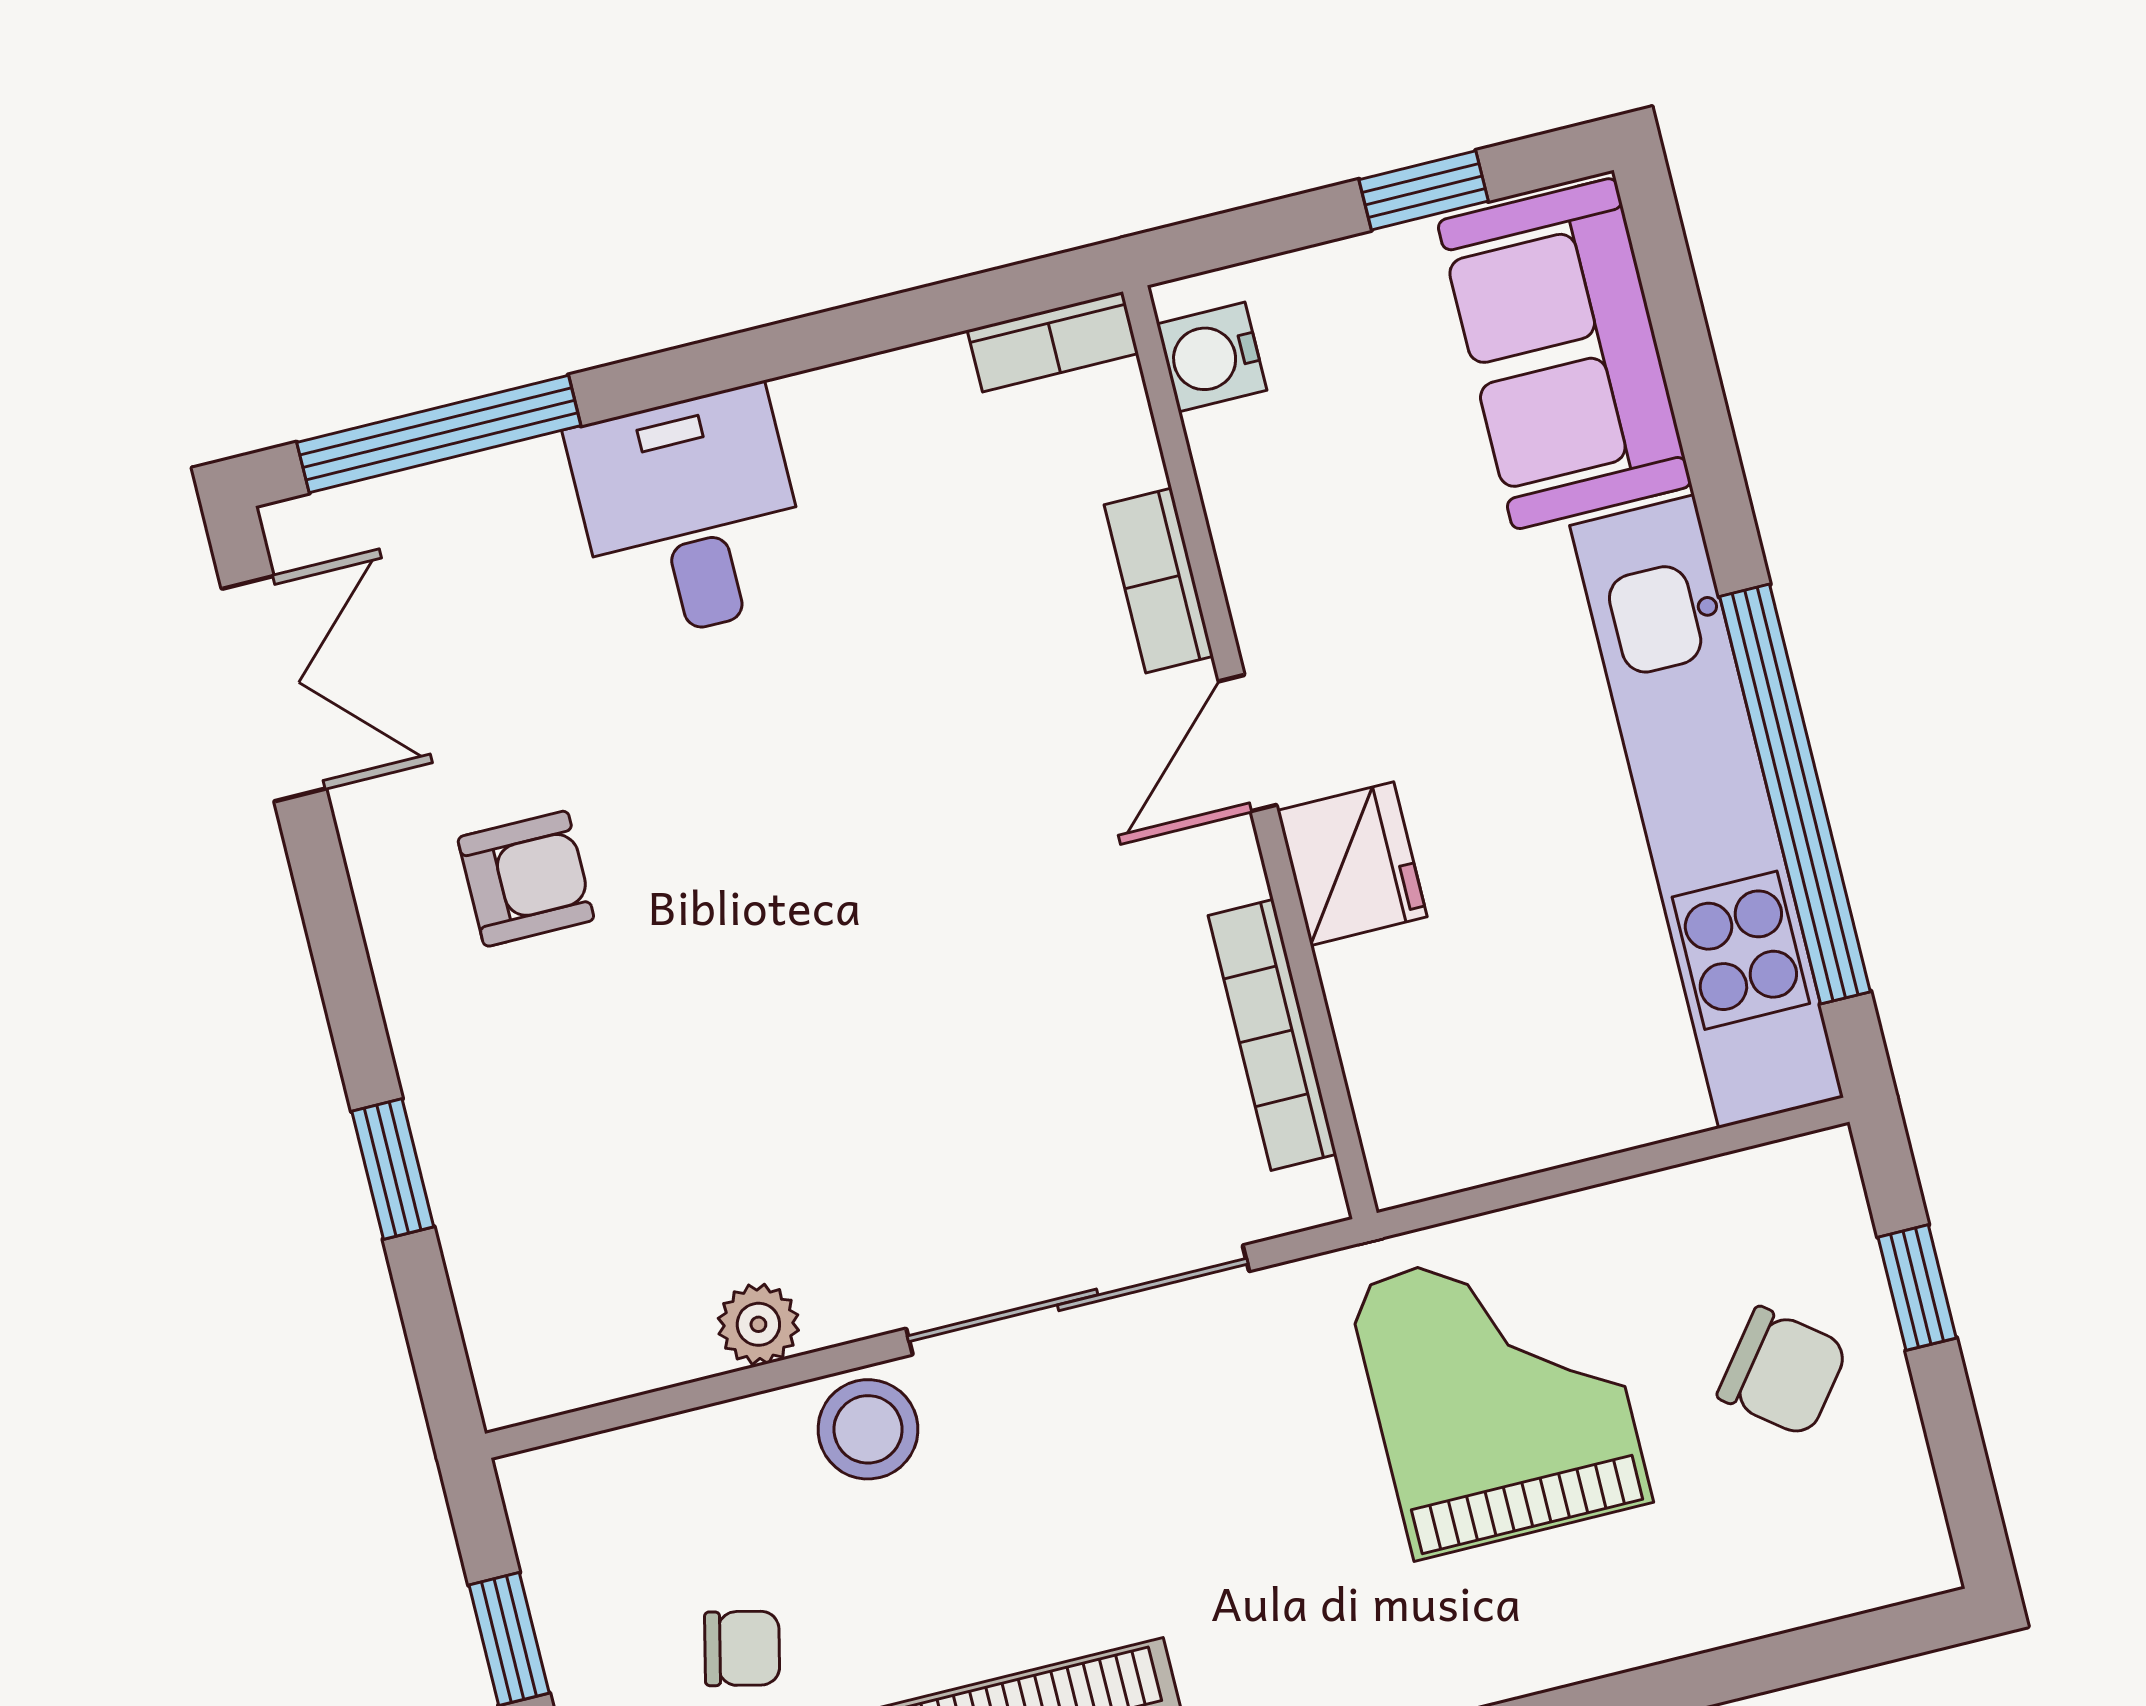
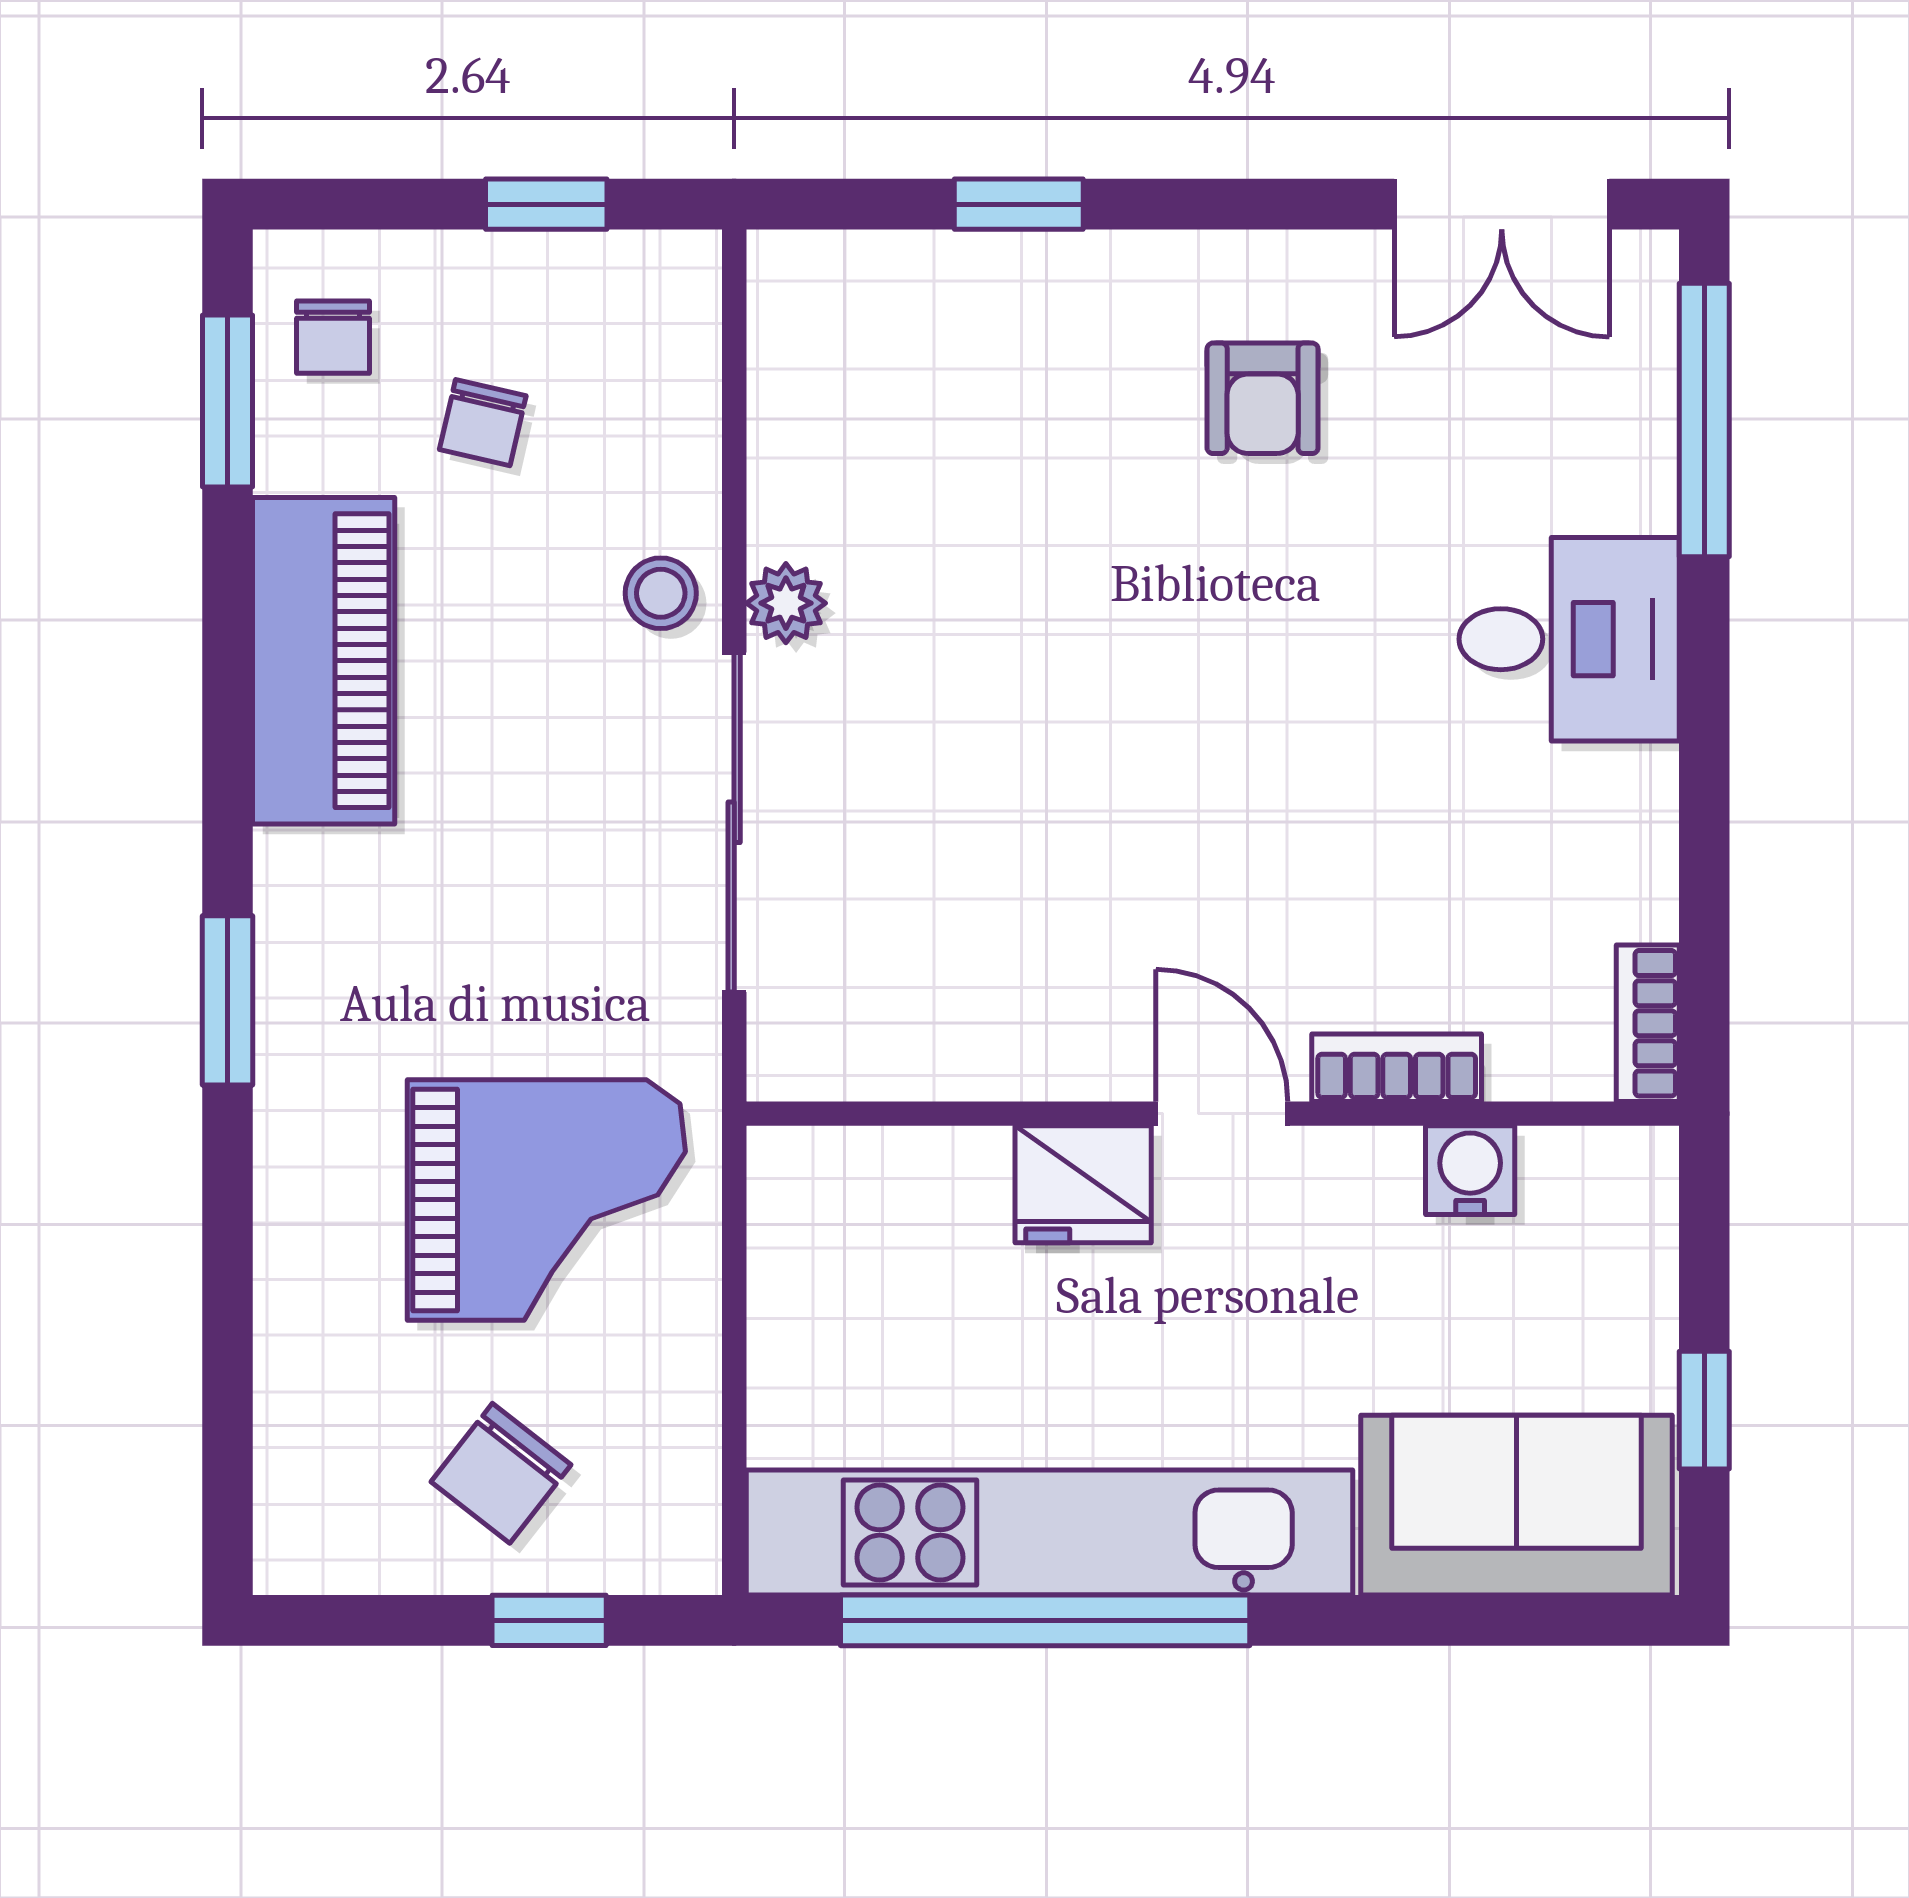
water cooler: (1212, 357) -> (1470, 1170), moved
bookcase: (1272, 1035) -> (940, 1069), removed
plant: (758, 1324) -> (786, 603), moved
stool: (868, 1429) -> (661, 593), width x0.73, depth x0.73

